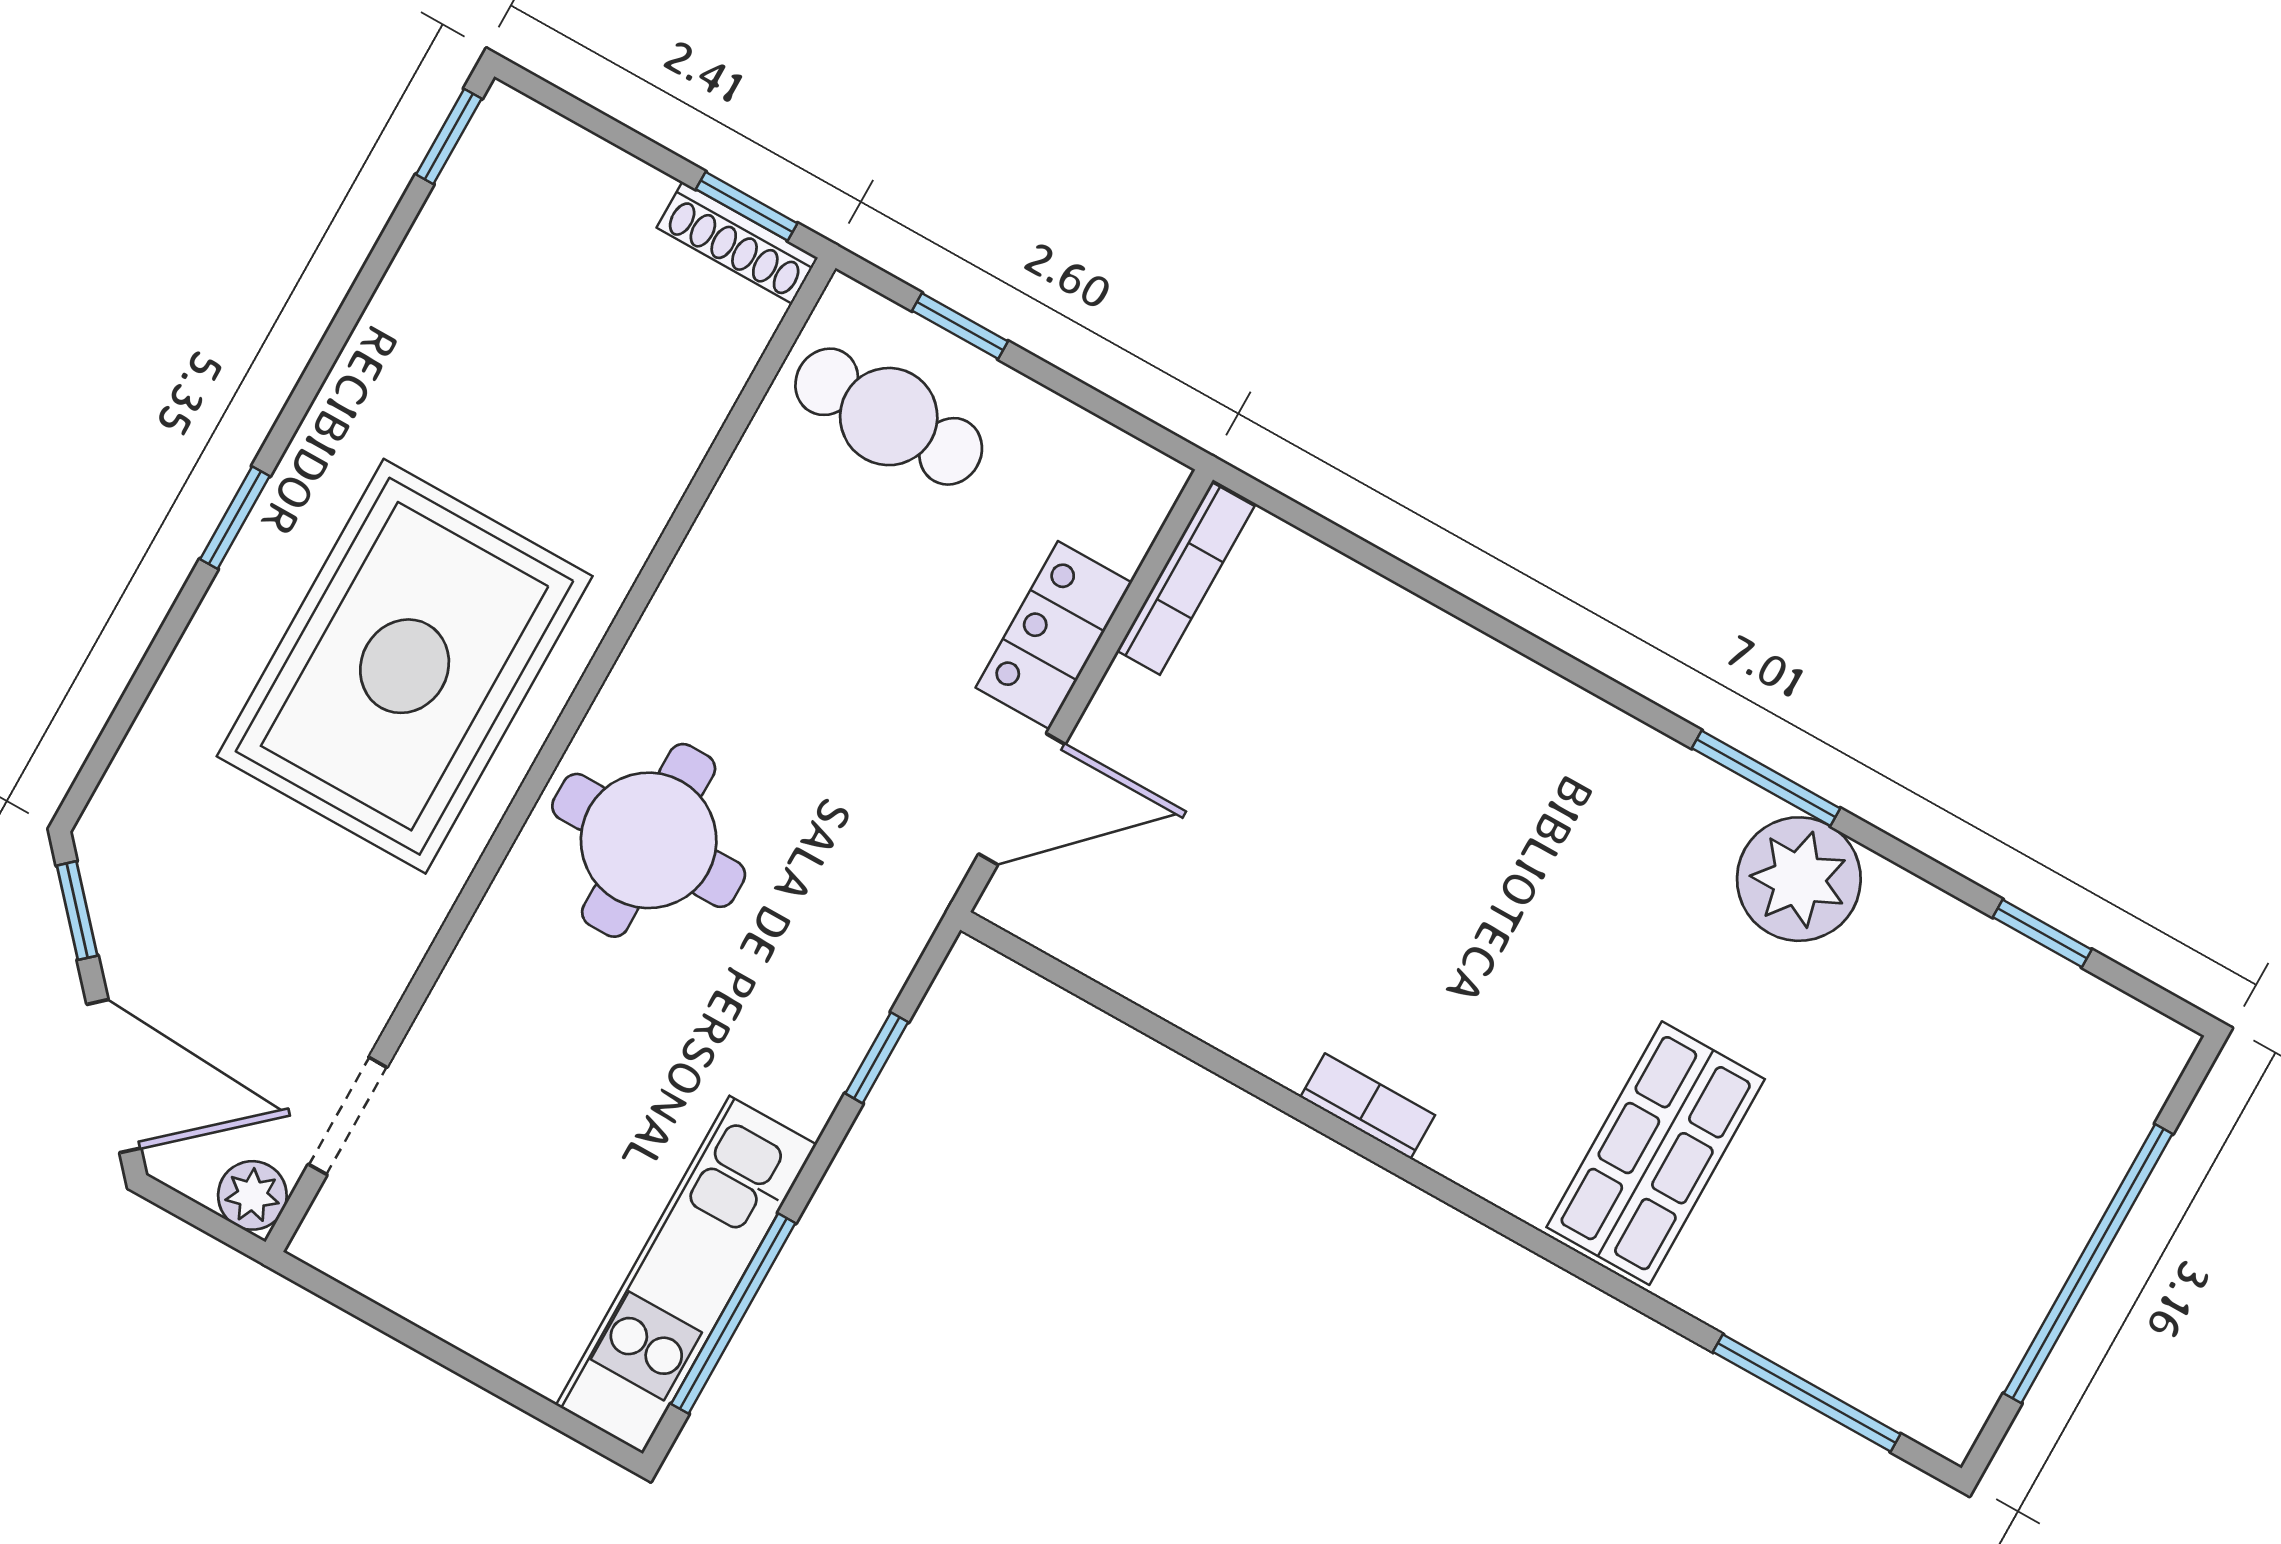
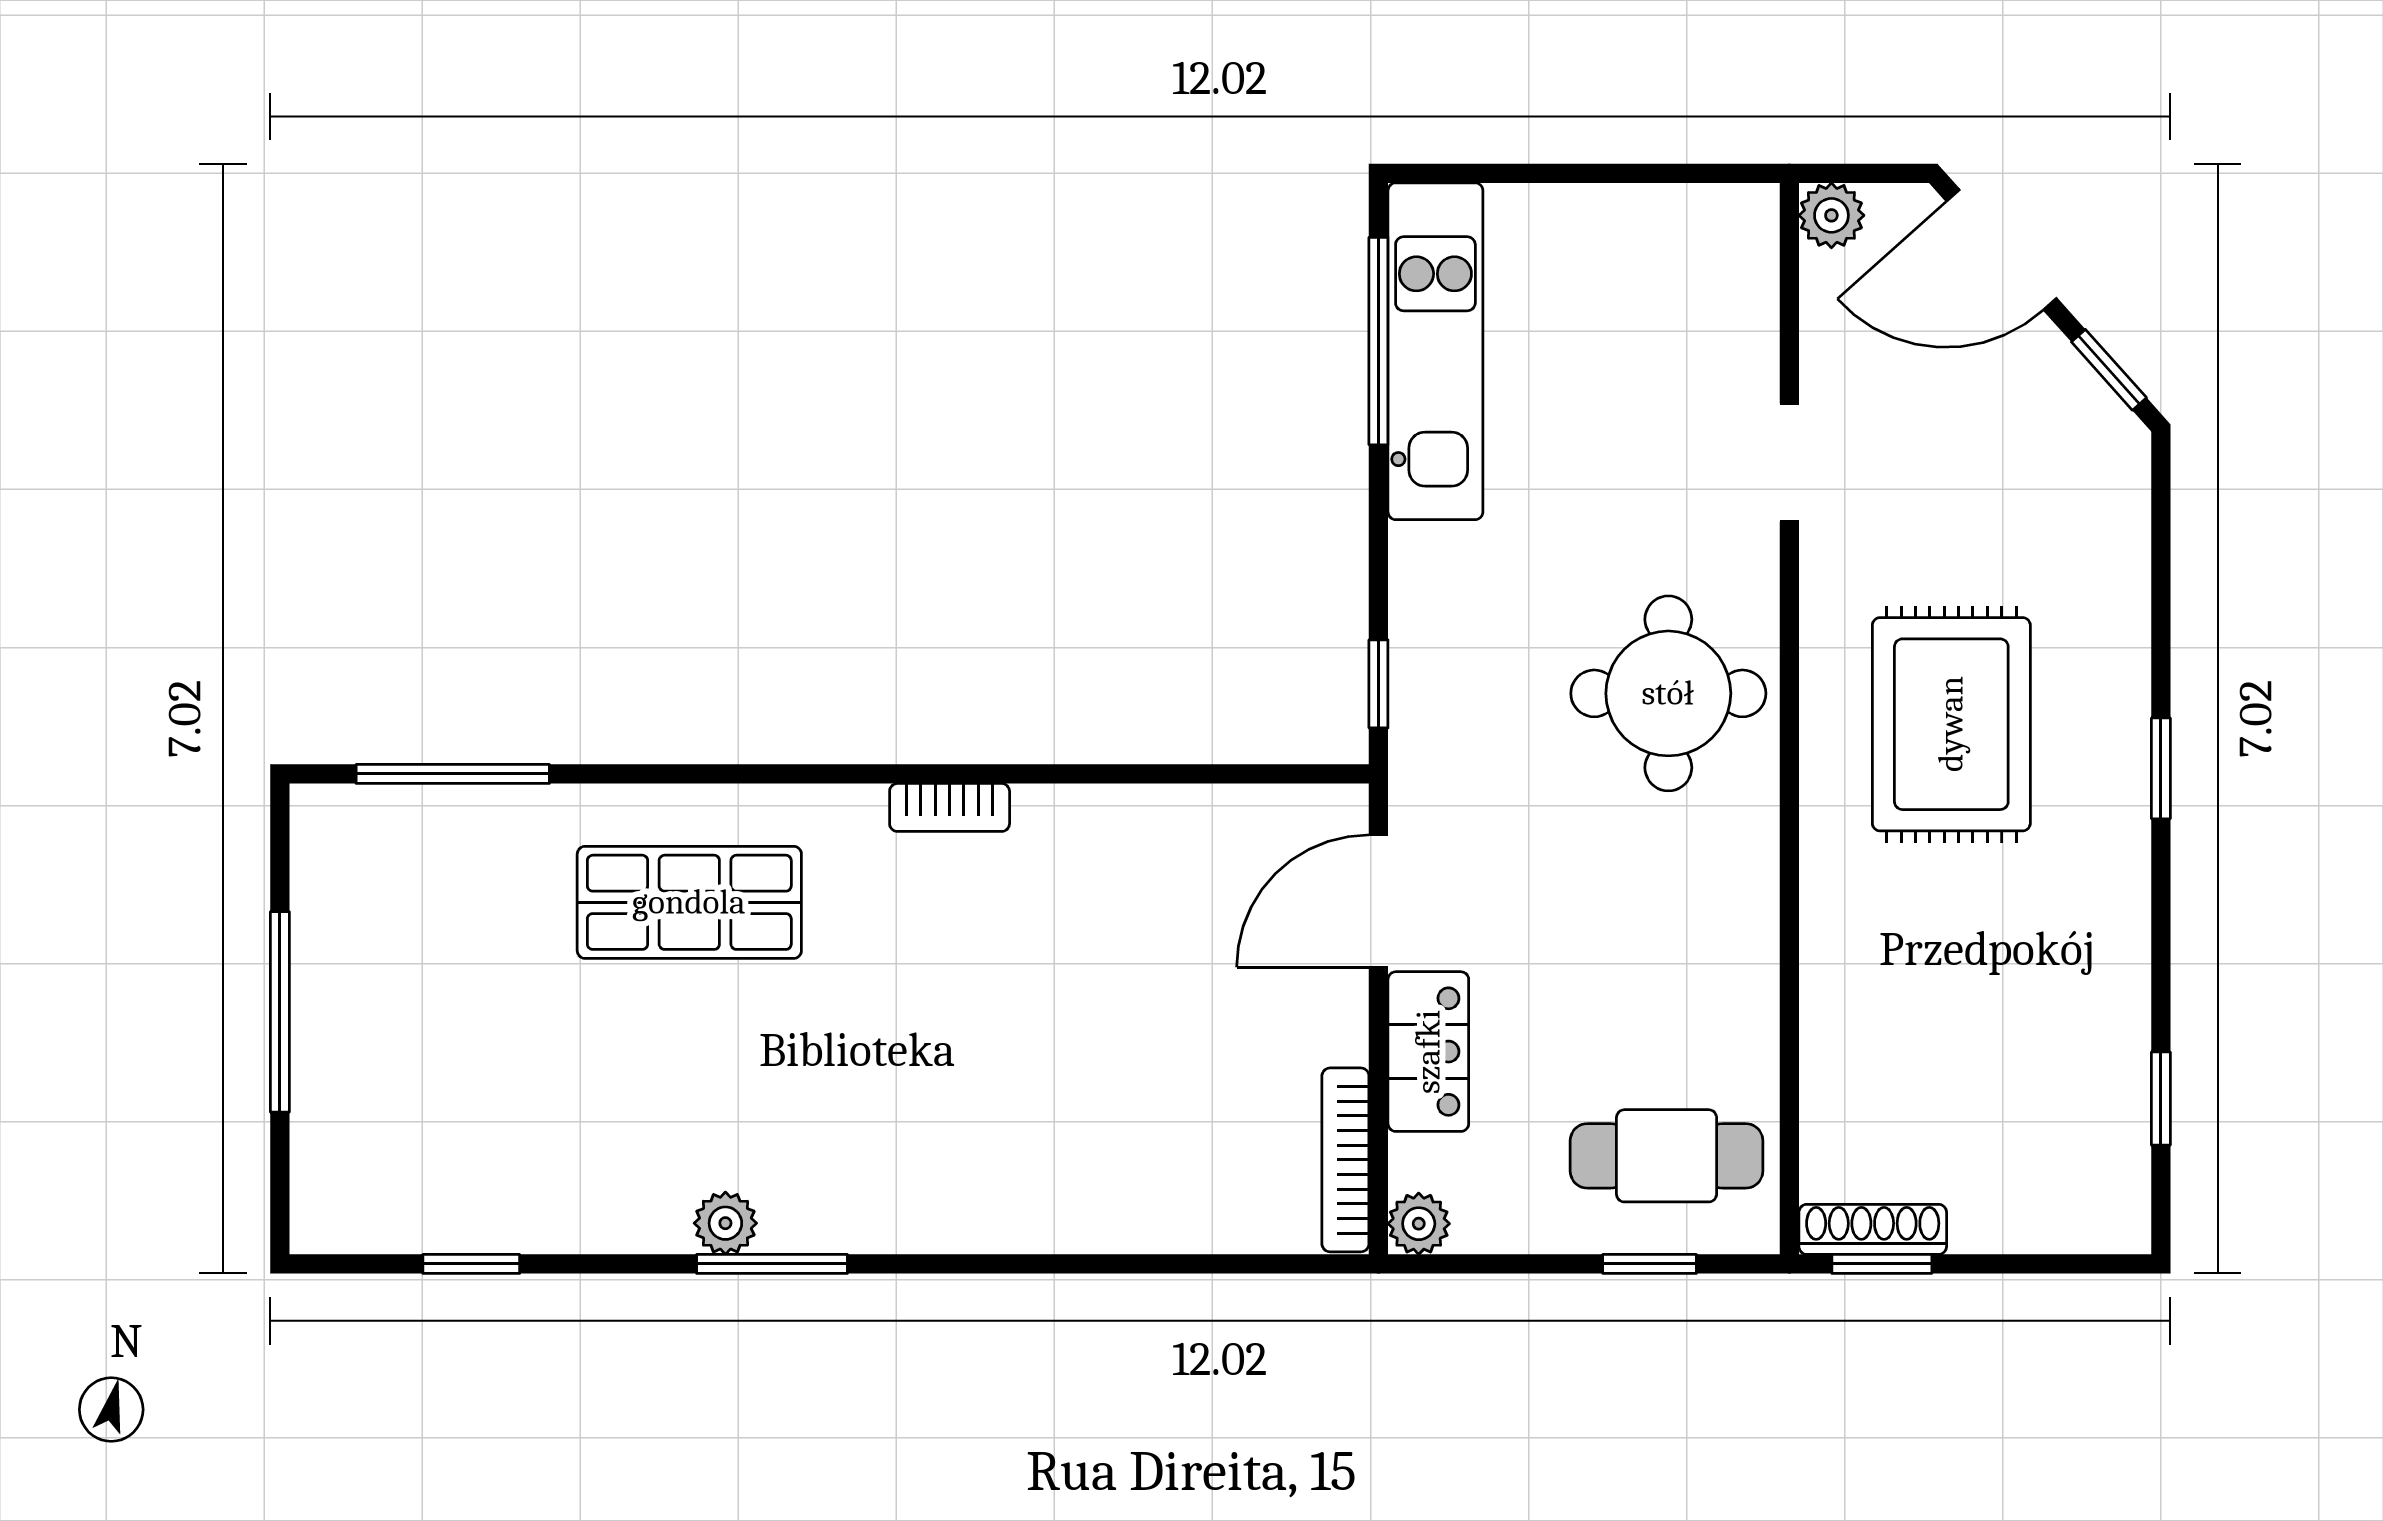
window: (449, 136) -> (2161, 1099), moved
plant: (1151, 482) -> (1419, 1224), added
rug: (405, 666) -> (1951, 724), width x0.73, depth x0.69
plant: (1799, 879) -> (725, 1223), width x0.53, depth x0.53
window: (877, 1058) -> (1378, 684), moved
doorway: (348, 1116) -> (1789, 462), moved
shop shelf: (1656, 1153) -> (689, 902), turned 90
window: (2088, 1264) -> (280, 1012), width x0.68

